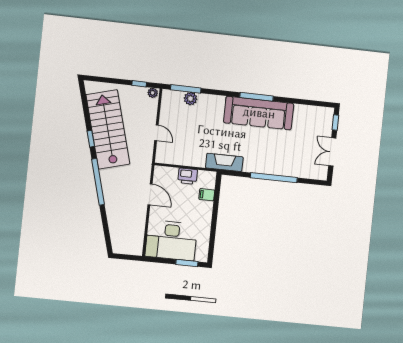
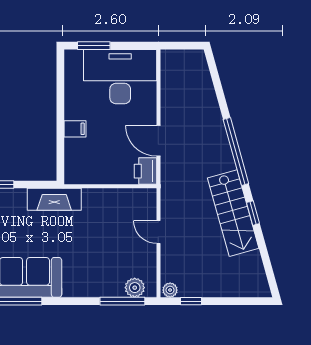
plant: (190, 99) -> (135, 288), moved
stairs: (108, 129) -> (233, 213), width x0.73, depth x0.66
printer: (188, 176) -> (145, 171), moved, turned -90
filing cabinet: (207, 195) -> (75, 129), moved

